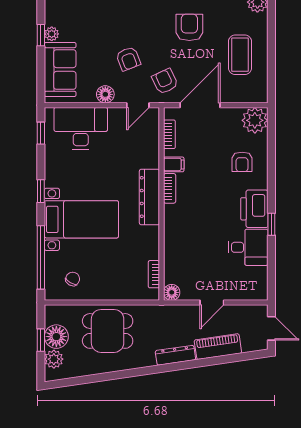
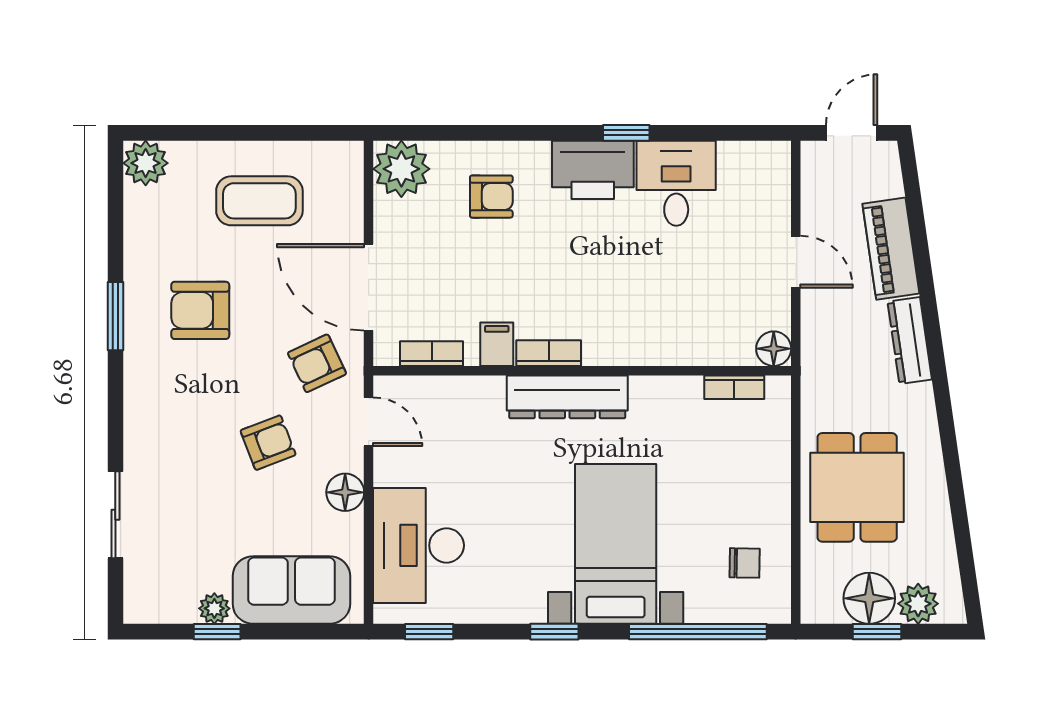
chair: (73, 279) -> (745, 563), turned 150

